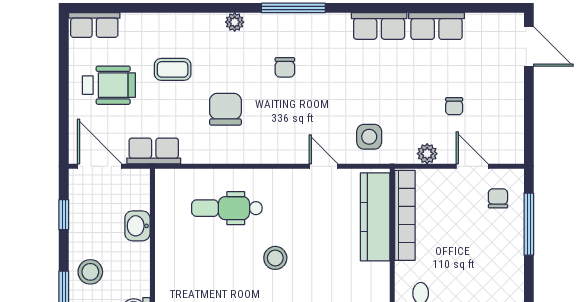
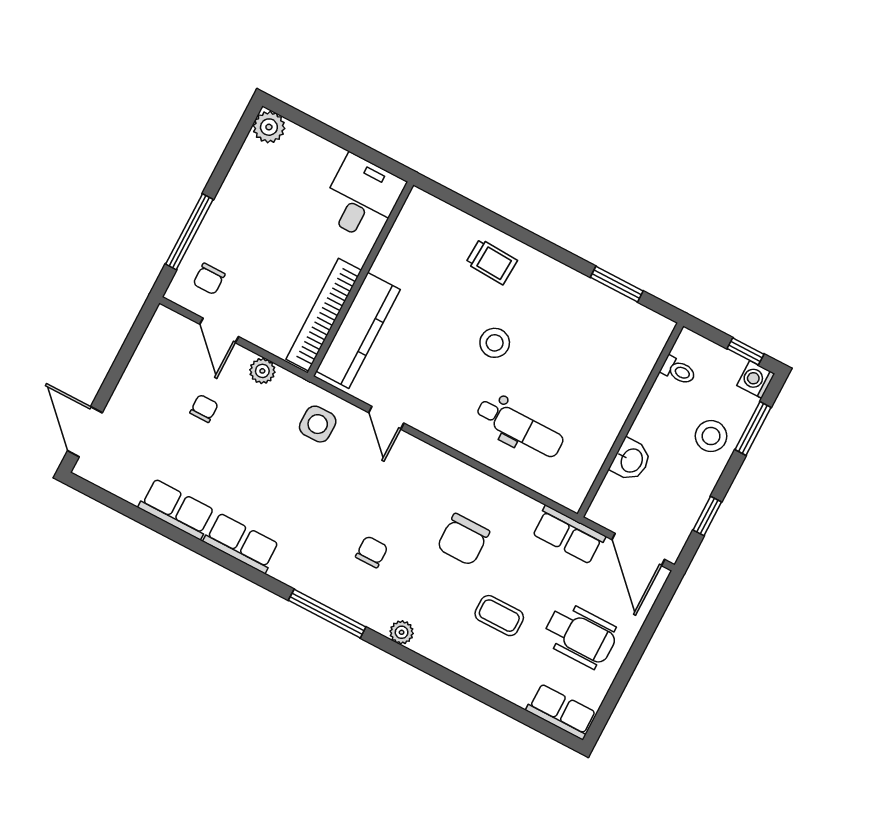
wheelchair: (109, 85) -> (580, 635), turned 180

